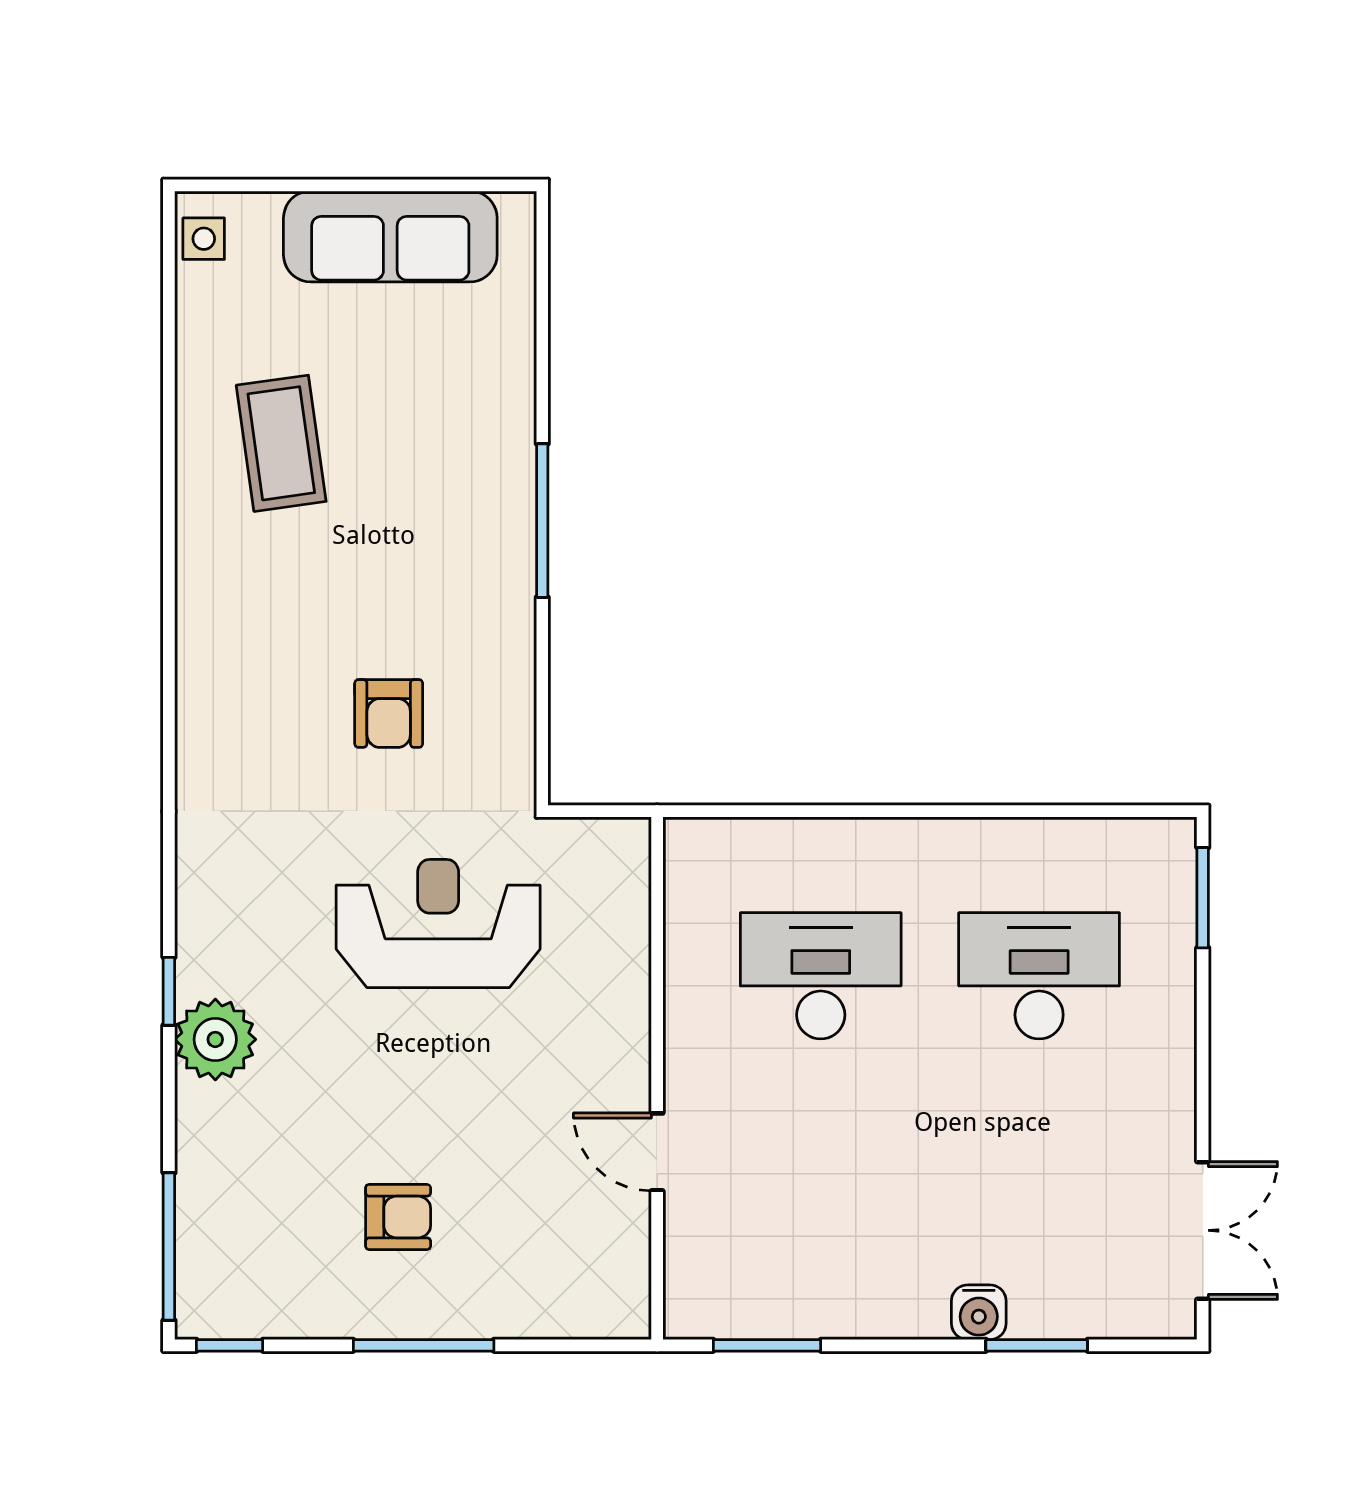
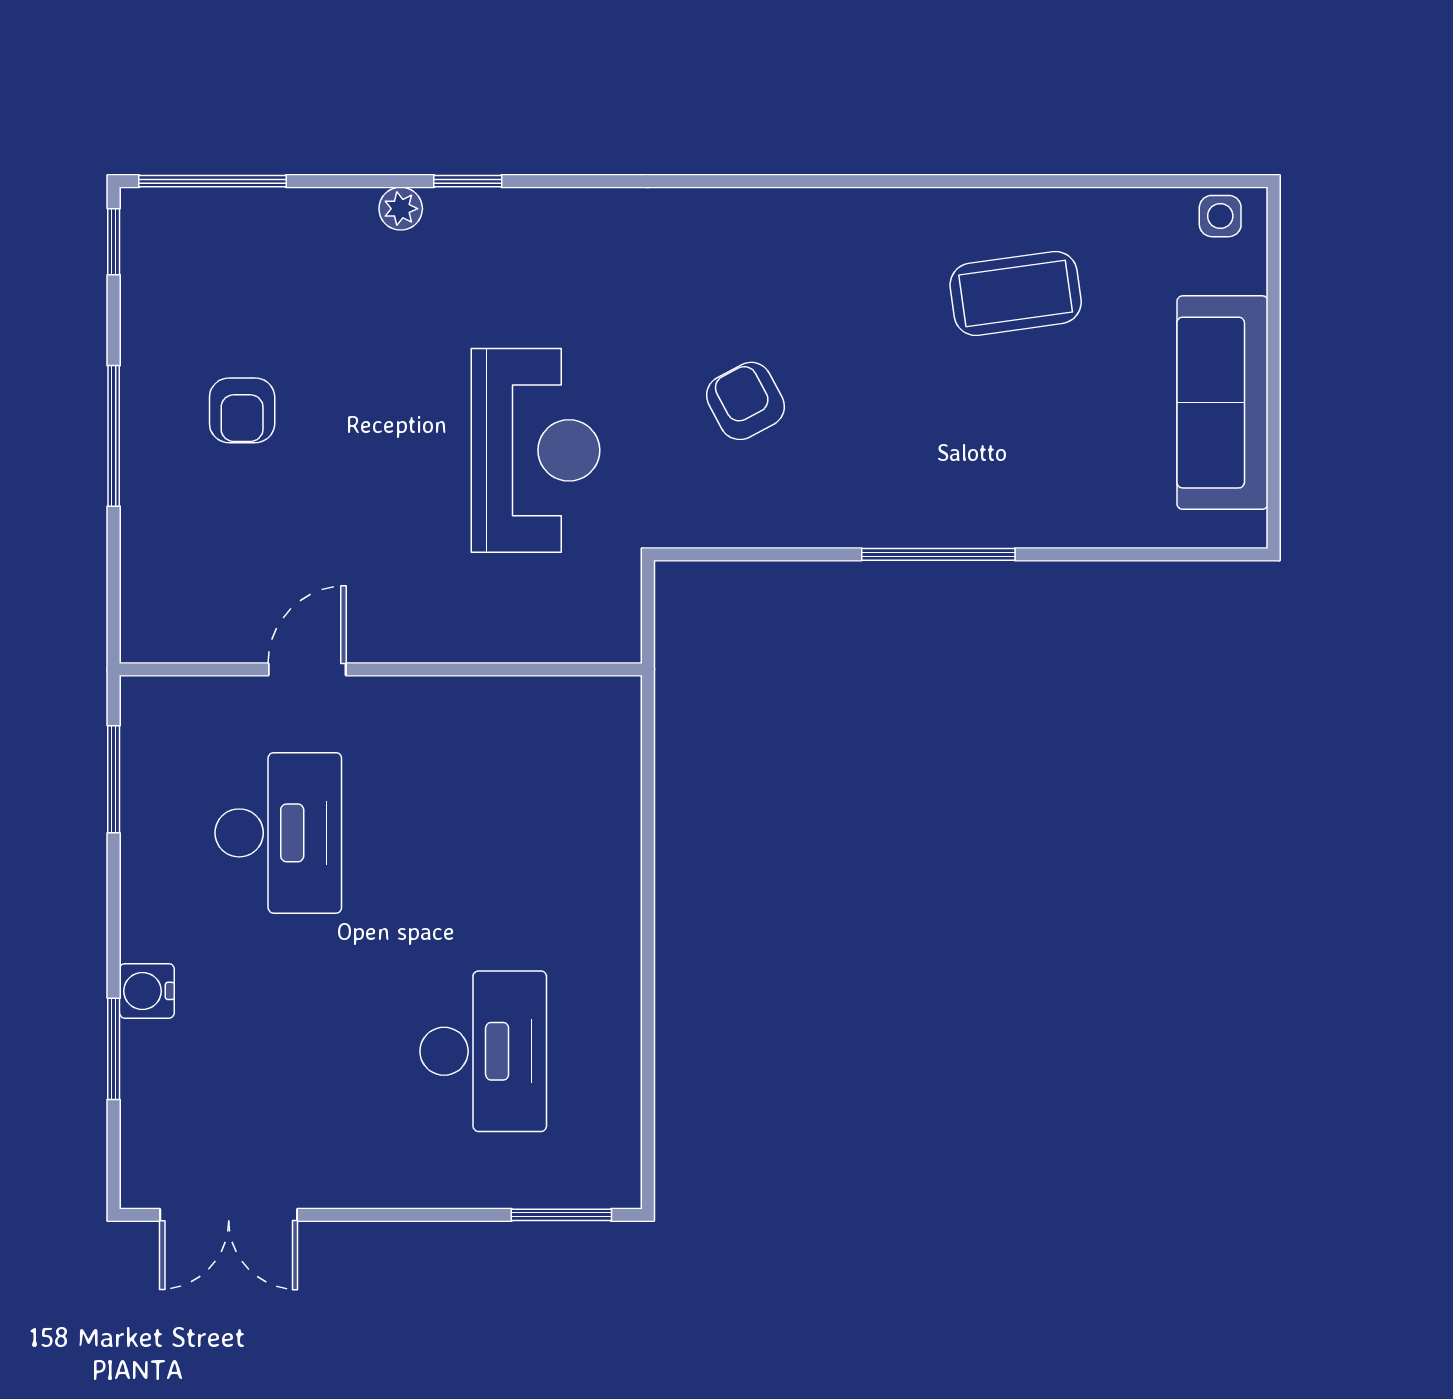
armchair: (389, 713) -> (745, 401), turned 62
desk: (821, 976) -> (278, 833), moved
plant: (215, 1039) -> (401, 209), width x0.53, depth x0.53

